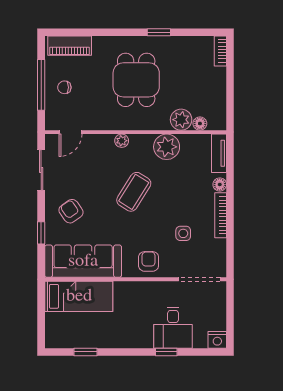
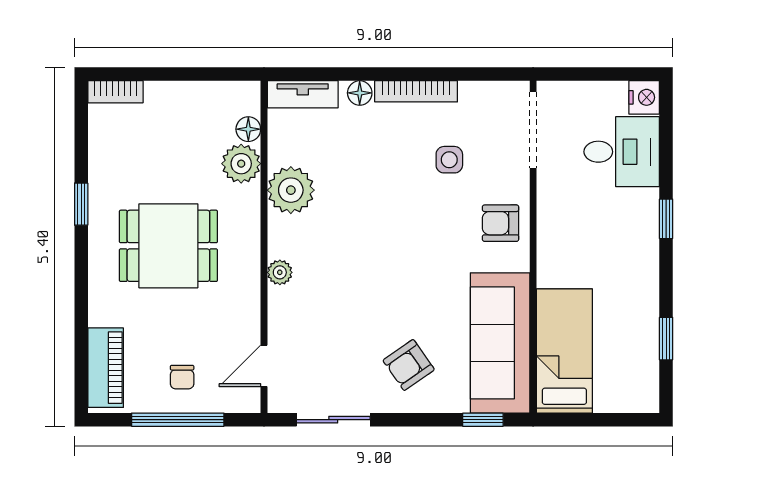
door: (70, 132) -> (264, 366), swing flipped
coffee table: (134, 192) -> (373, 250), removed
window: (41, 233) -> (483, 420), moved
desk: (173, 328) -> (622, 152), moved
window: (166, 352) -> (666, 219), moved

